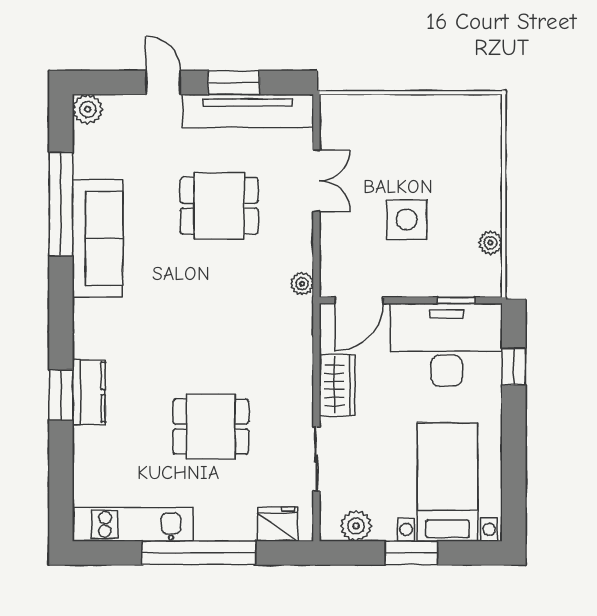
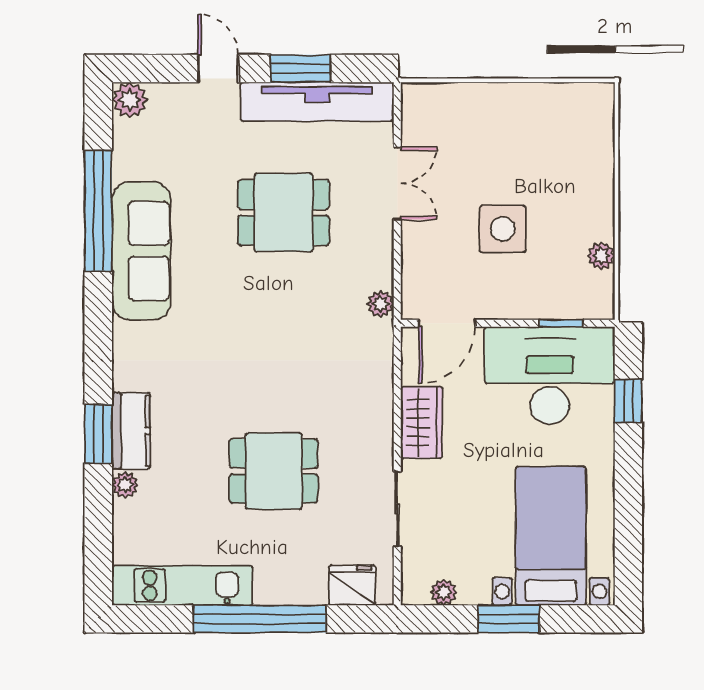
plant: (84, 438) -> (125, 485), added
plant: (356, 526) -> (444, 592), width x0.73, depth x0.73

